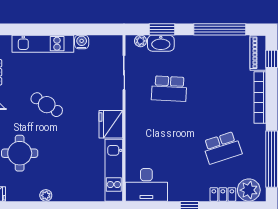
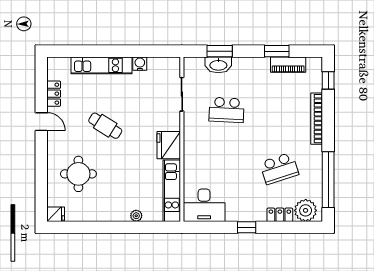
window: (220, 29) -> (277, 51), width x0.47
plant: (141, 41) -> (198, 63), removed
piano: (258, 53) -> (288, 65), moved, turned -90
plant: (46, 195) -> (136, 216), moved

